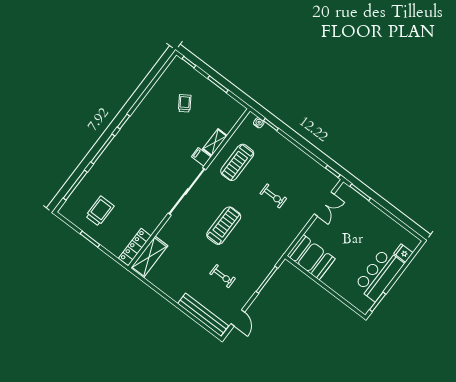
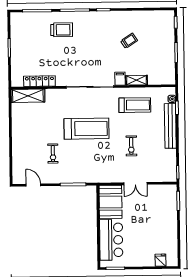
trolley: (185, 103) -> (129, 41), moved
treadmill: (237, 162) -> (135, 105), turned 180
double door: (324, 204) -> (135, 184), moved
trolley: (100, 211) -> (62, 30), moved
treadmill: (224, 226) -> (86, 129), width x1.37, depth x1.37
locker: (135, 247) -> (39, 81), moved
bar counter: (379, 275) -> (111, 240), moved, turned 90
bench: (203, 315) -> (170, 126), moved
door: (238, 318) -> (33, 185), swing flipped

